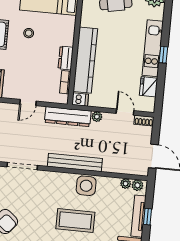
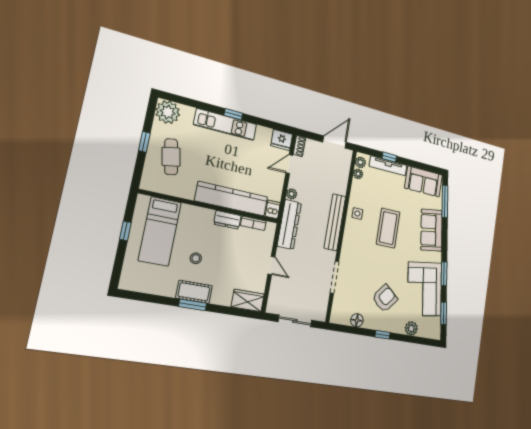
fridge: (149, 87) -> (282, 140), moved
side table: (86, 186) -> (357, 214), width x0.54, depth x0.54

